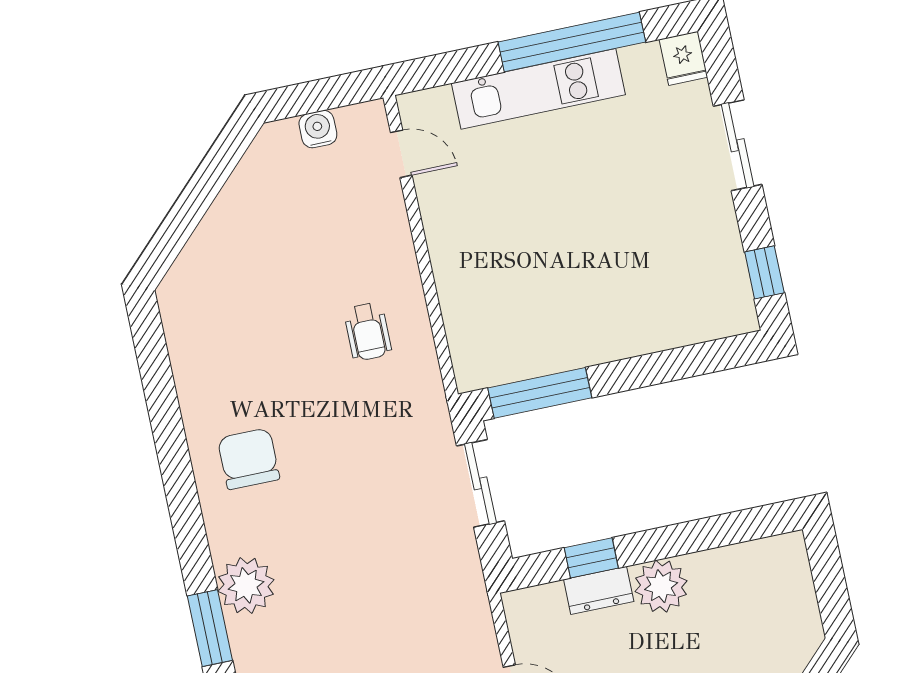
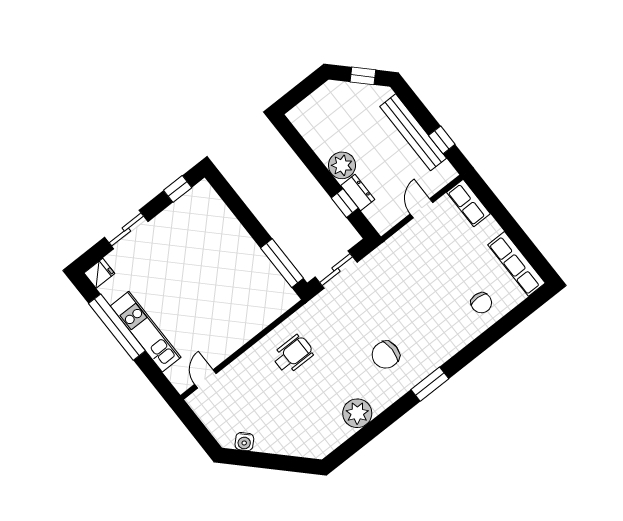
water cooler: (318, 129) -> (244, 442), moved, turned -45
wheelchair: (368, 332) -> (293, 354), width x1.36, depth x1.37
chair: (249, 459) -> (386, 355), moved
plant: (246, 585) -> (357, 413), moved
window: (210, 628) -> (430, 384), moved

